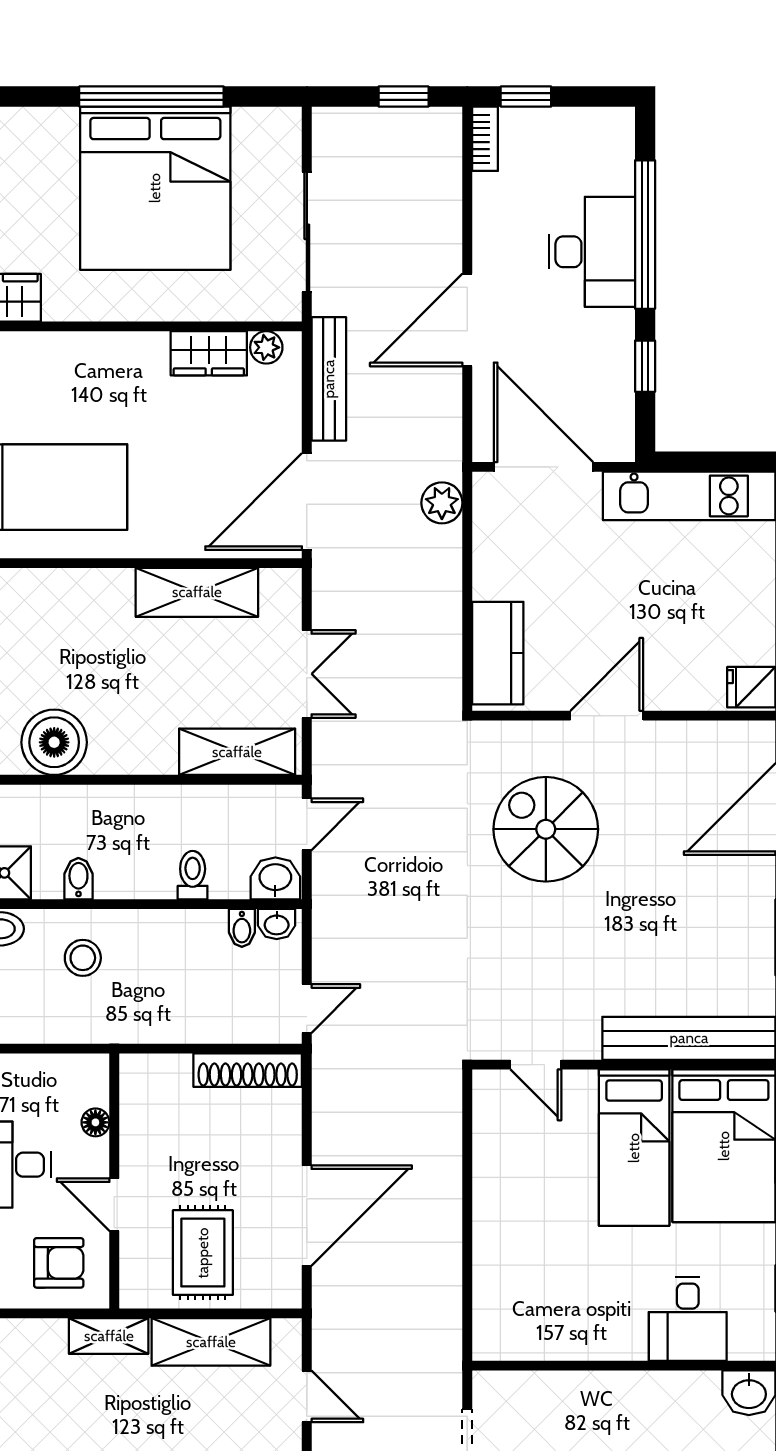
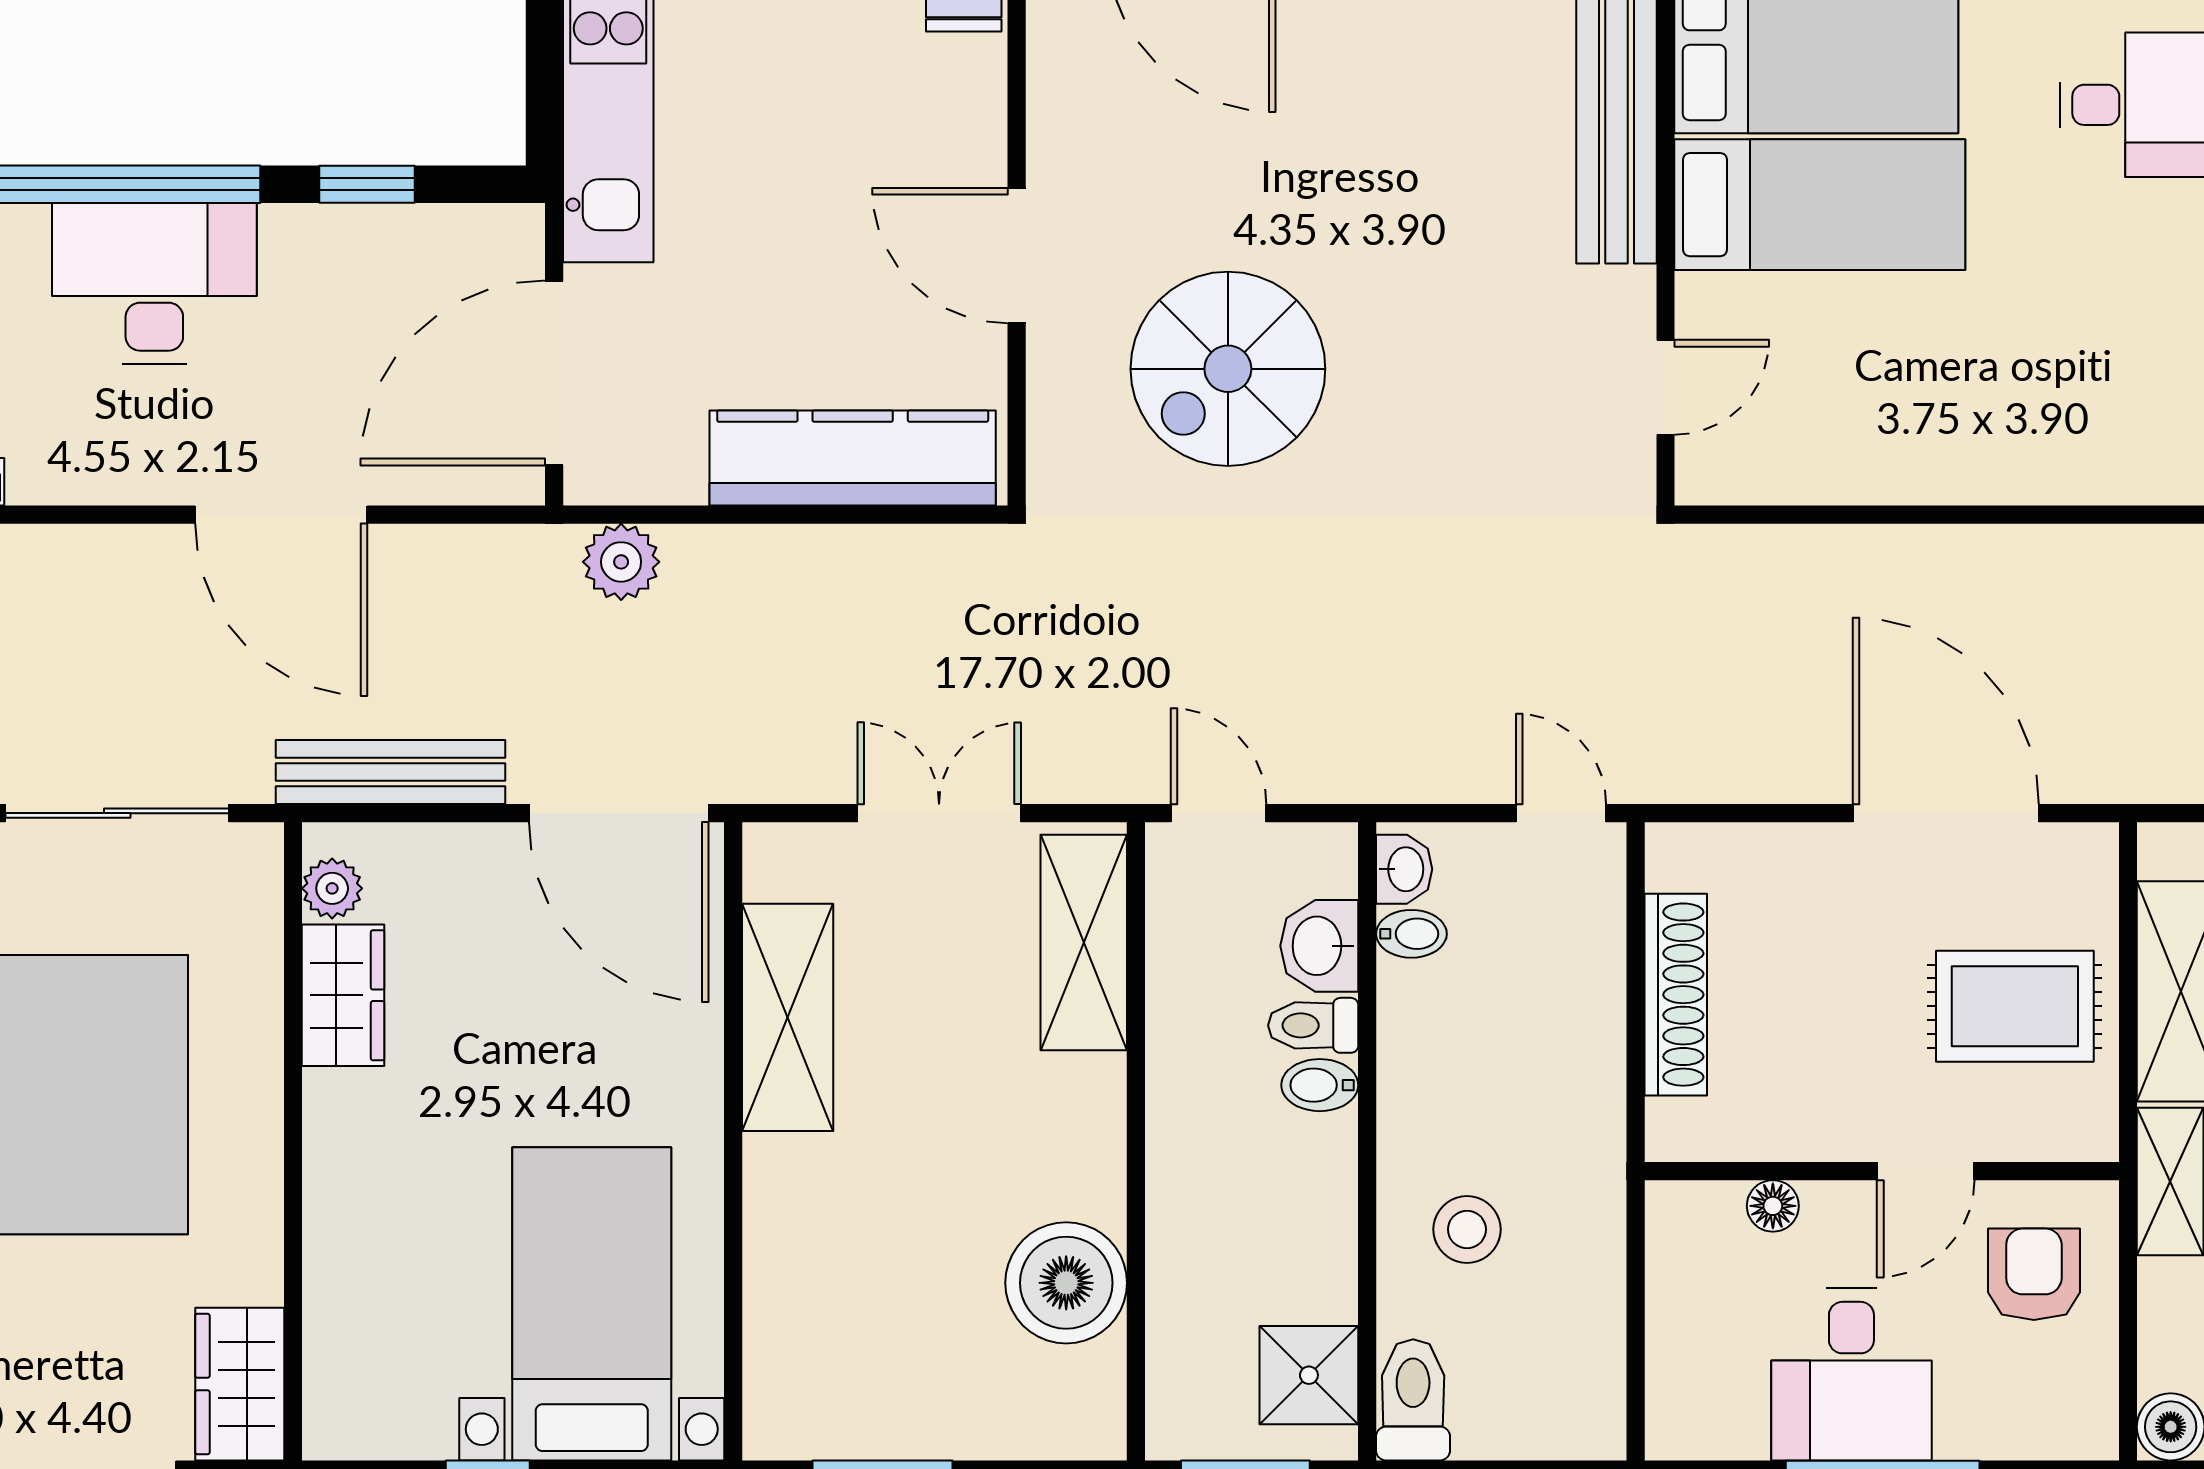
kitchen counter: (498, 653) -> (853, 458), width x1.50
washbasin: (275, 878) -> (1319, 946), moved
bidet: (78, 879) -> (1320, 1085), moved
shoe rack: (248, 1070) -> (1676, 995), moved

